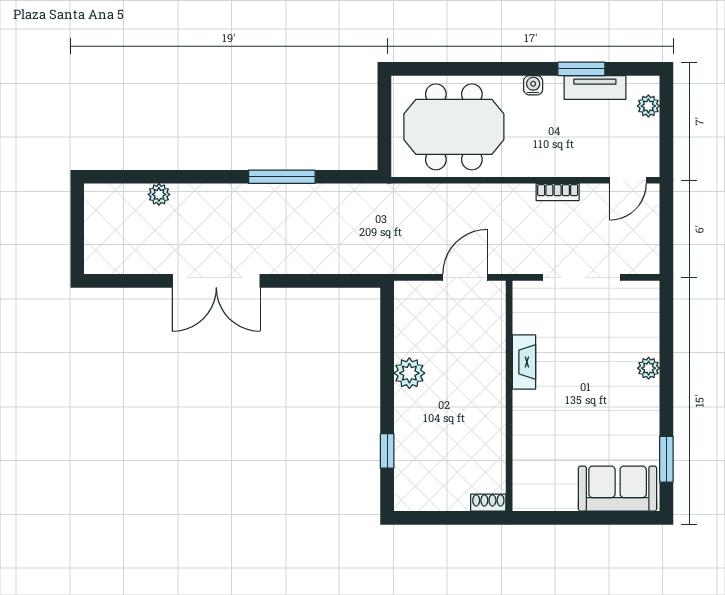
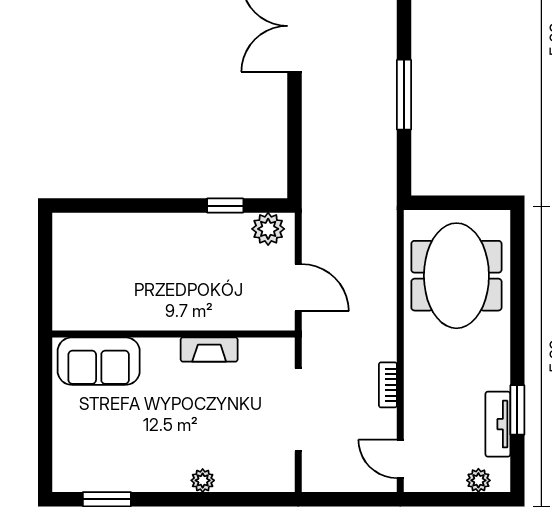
water cooler: (533, 85) -> (500, 359), removed
plant: (409, 373) -> (268, 229), moved
window: (387, 451) -> (225, 206), moved
sofa: (618, 489) -> (99, 361), moved, turned 90
shoe rack: (488, 503) -> (61, 312), removed

